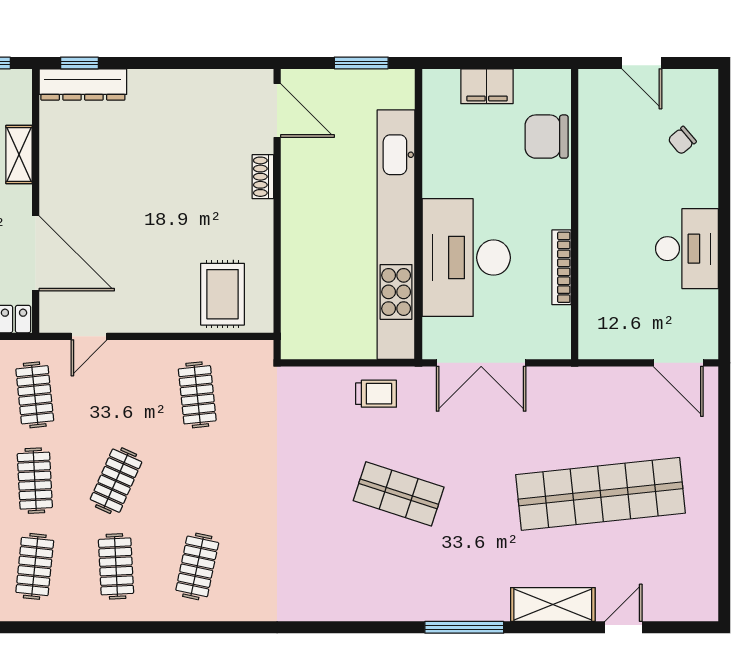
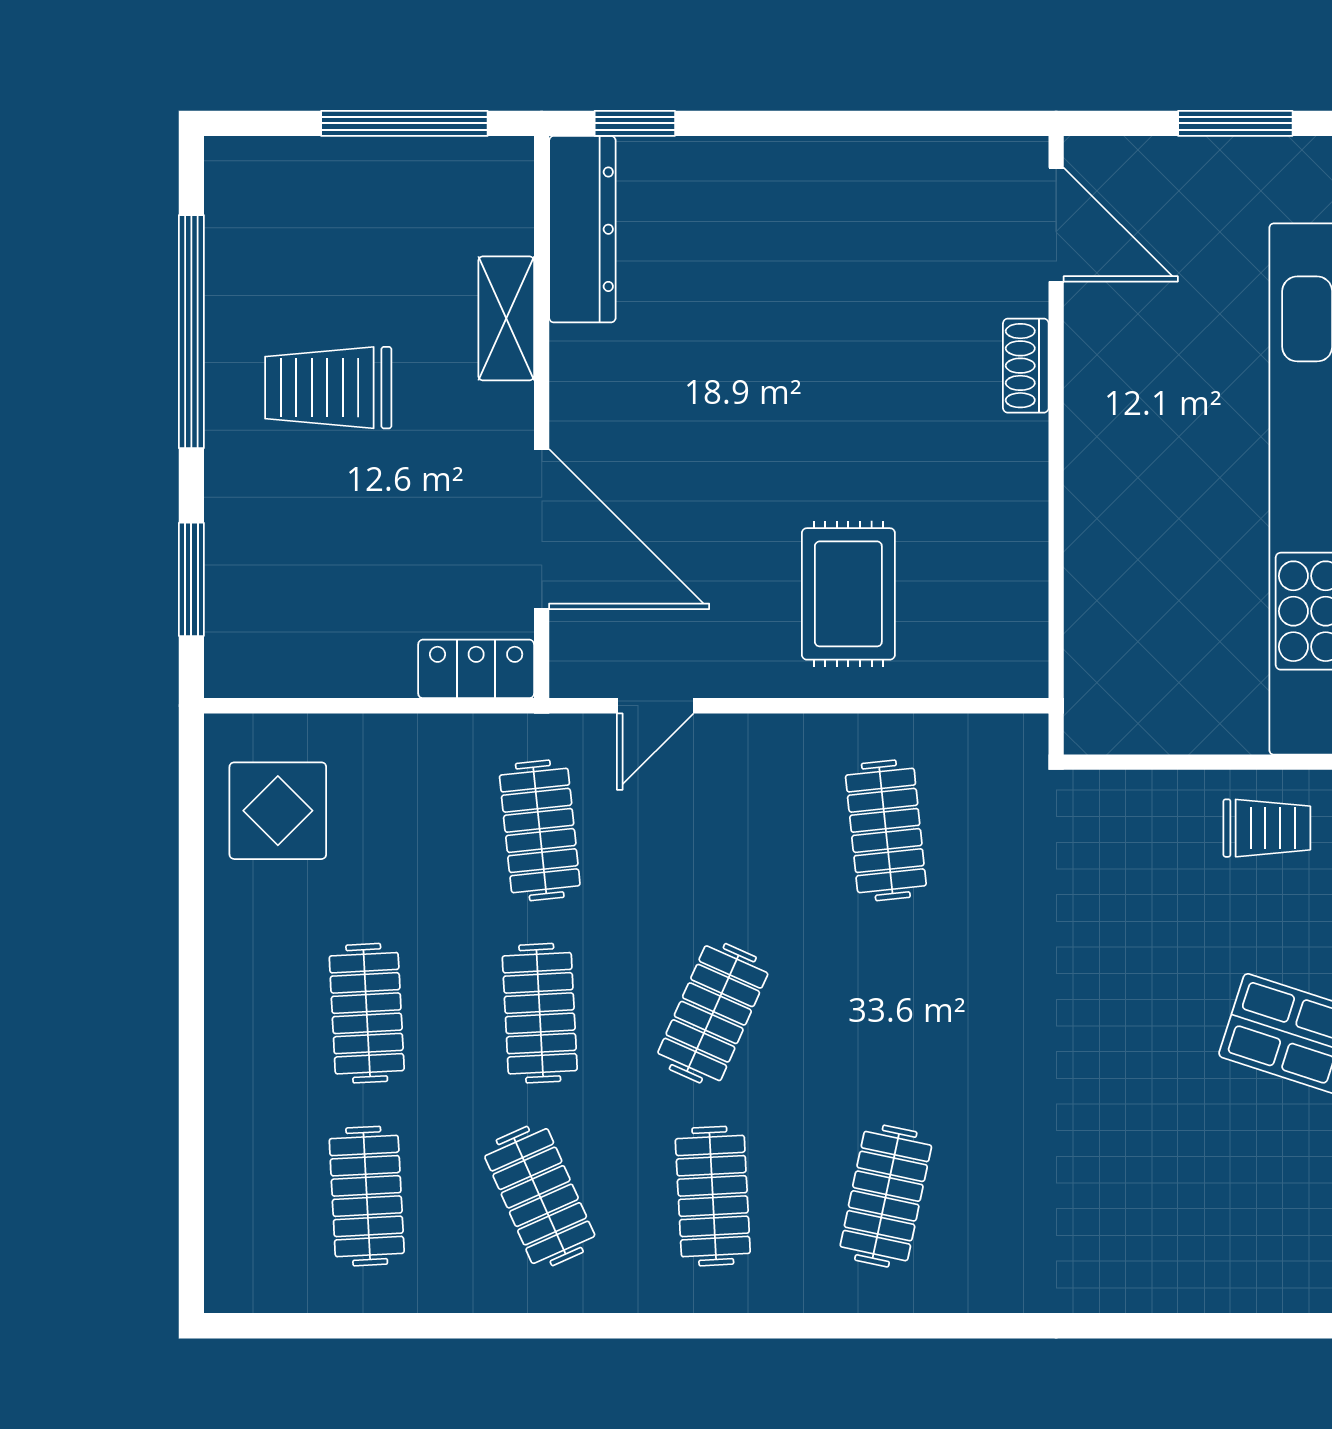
dresser: (83, 84) -> (582, 229), moved, turned -90
rug: (223, 294) -> (848, 594), moved
clothes rail: (35, 566) -> (540, 1196), turned -30

